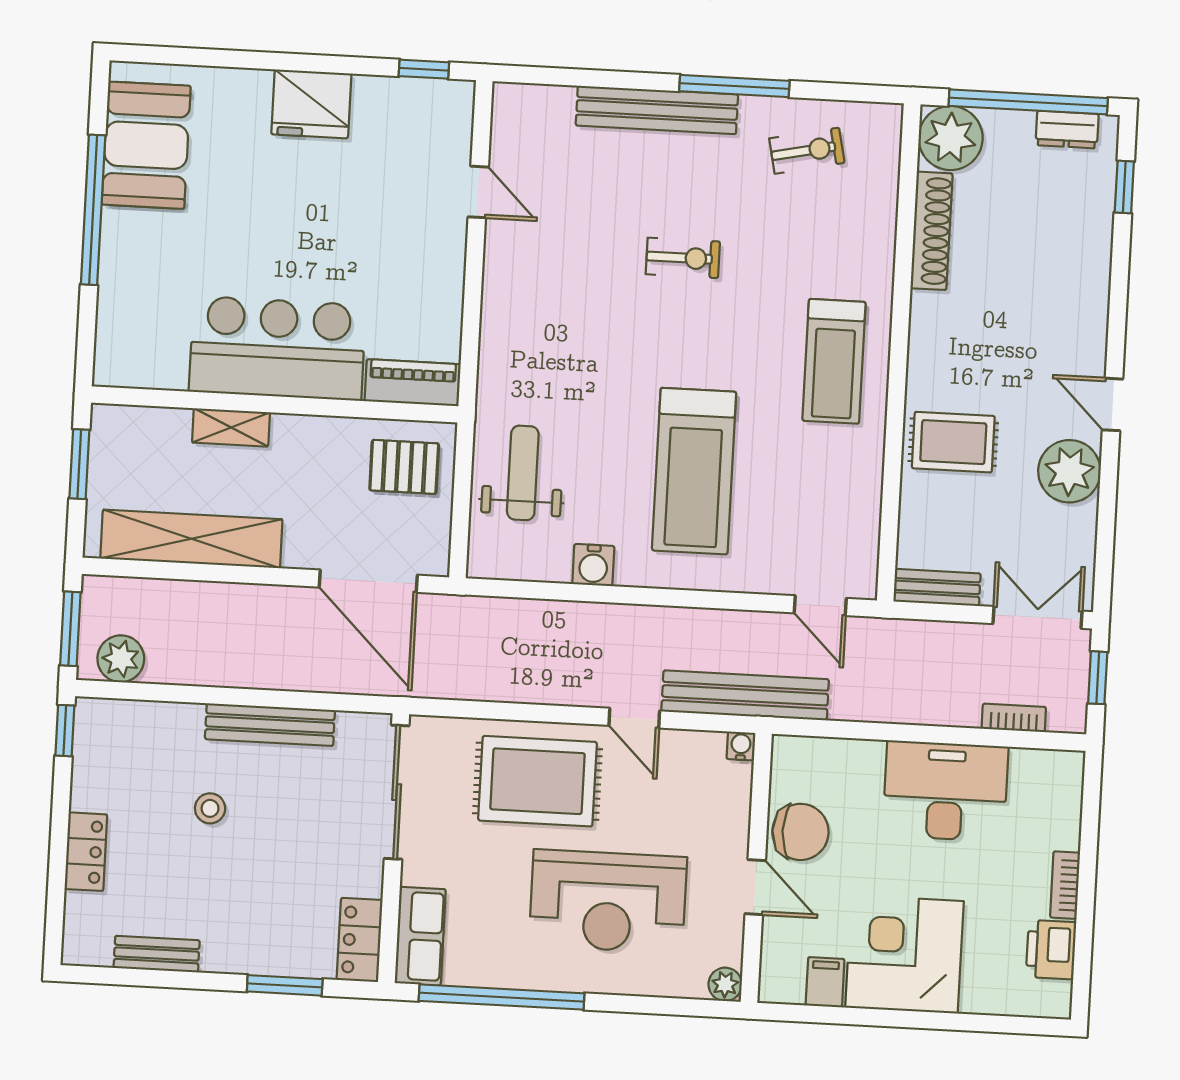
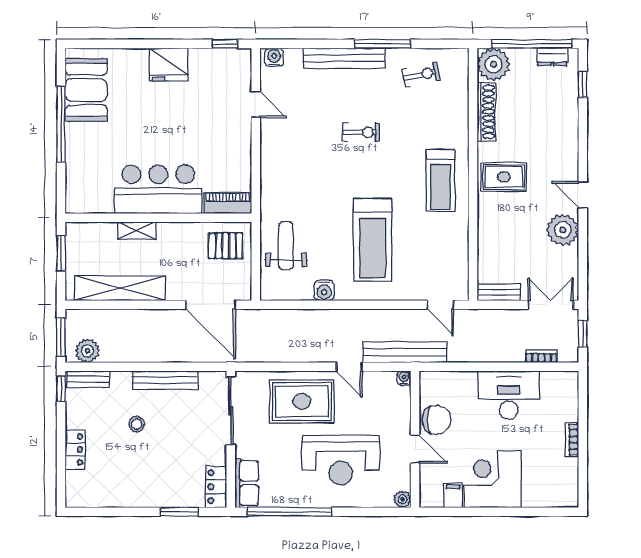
water cooler: (519, 101) -> (274, 57), added
rug: (953, 442) -> (504, 177), moved
printer: (1051, 950) -> (567, 473), removed
bench: (157, 954) -> (88, 379), moved

